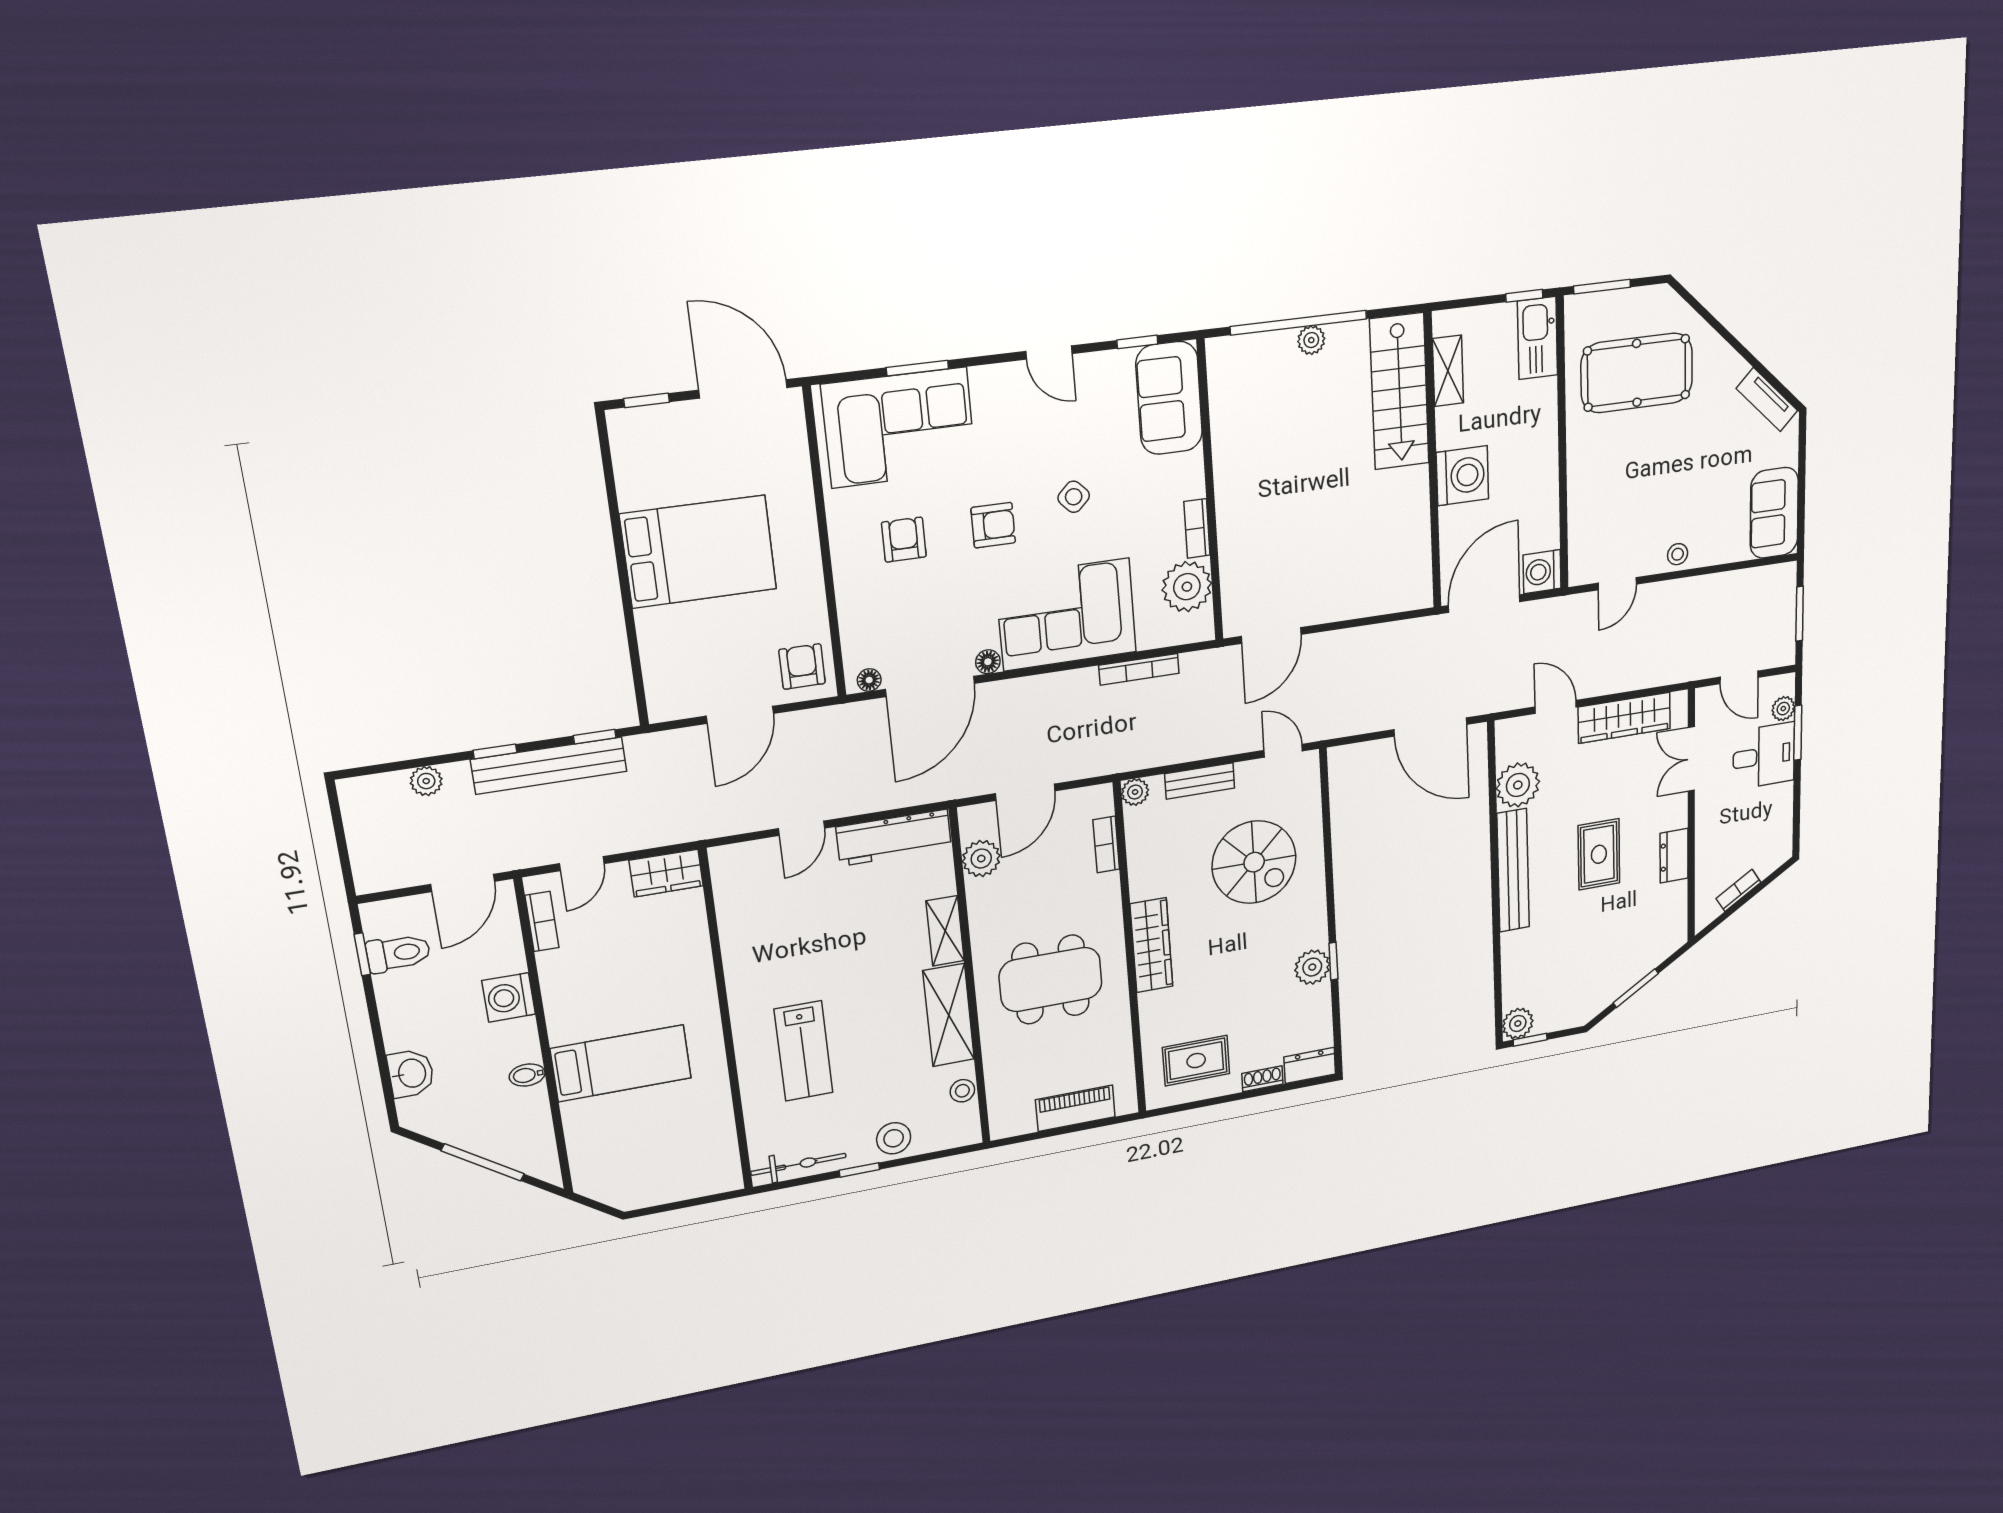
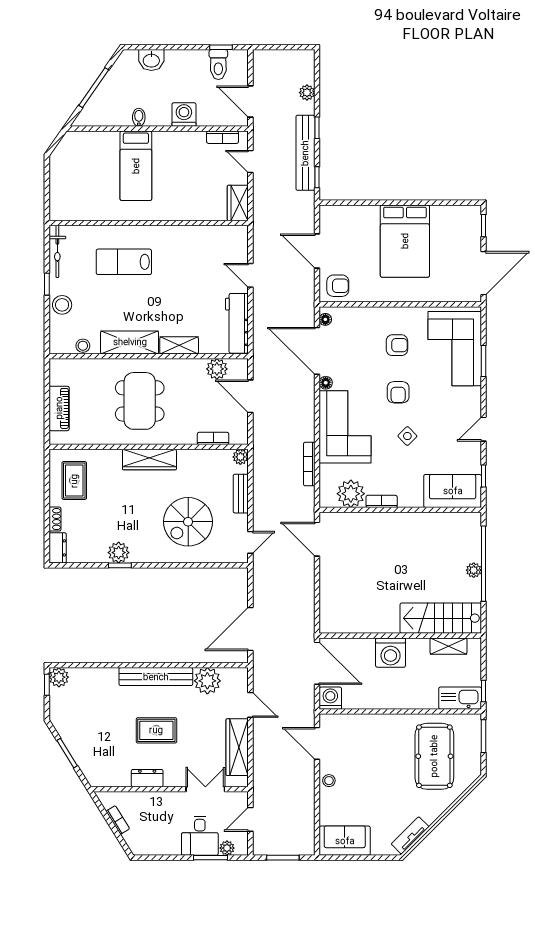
door: (1617, 584) -> (317, 743), width x1.38
door: (1556, 707) -> (250, 705), hinge flipped

